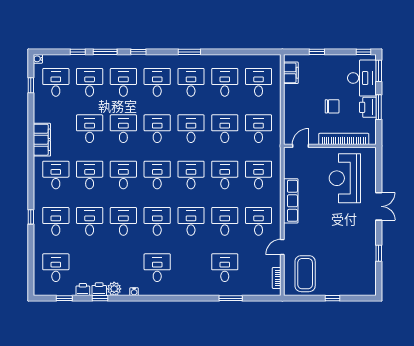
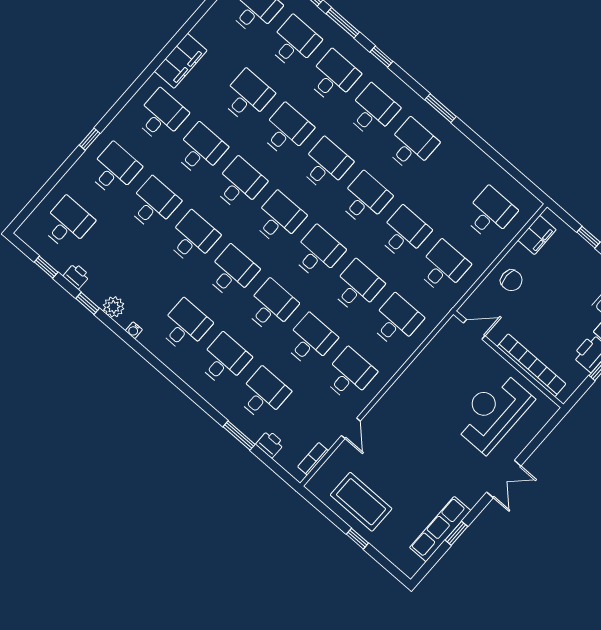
desk: (225, 82) -> (224, 360), moved
chair: (332, 106) -> (511, 280), moved
row of seats: (291, 201) -> (440, 529), moved, turned 180
door: (282, 247) -> (351, 428), swing flipped
coffee table: (305, 274) -> (361, 502), moved, turned 90
printer: (99, 289) -> (270, 444), moved

